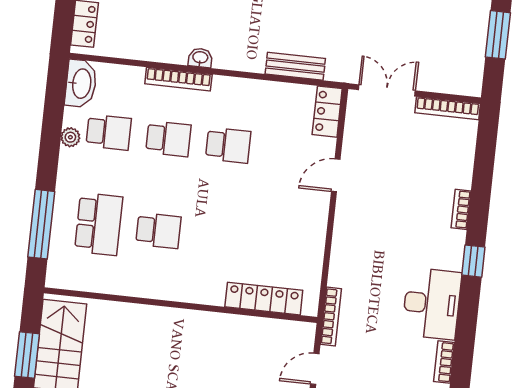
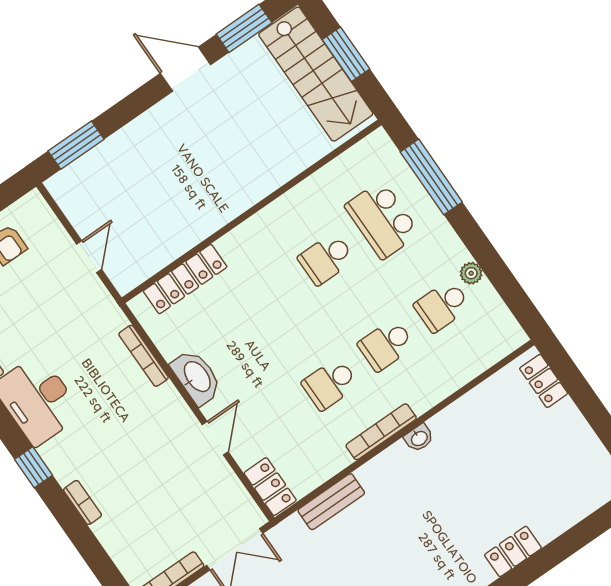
bookcase: (178, 79) -> (381, 432), moved
washbasin: (81, 83) -> (197, 377), moved, turned 180
bookcase: (331, 316) -> (144, 356), moved

